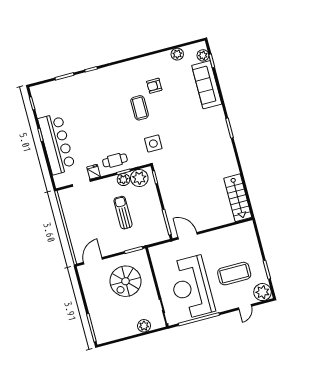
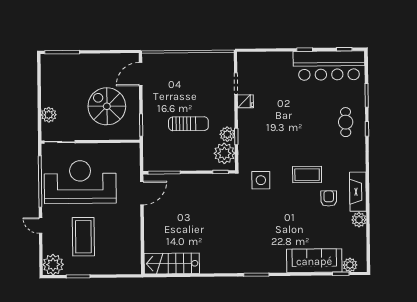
plant: (177, 54) -> (359, 220), moved
fireplace: (143, 64) -> (358, 192), added
bar counter: (57, 144) -> (329, 66), moved
cafe table: (115, 160) -> (346, 122), moved
door: (93, 261) -> (141, 74), swing flipped
door: (245, 307) -> (41, 226), moved

